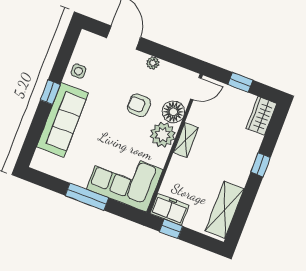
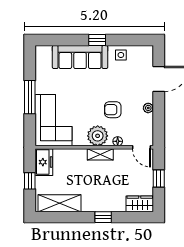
armchair: (139, 105) -> (113, 110), turned -90
floor lamp: (173, 112) -> (118, 141), width x0.53, depth x0.53
window: (171, 229) -> (30, 181), moved

